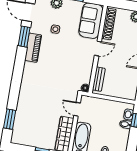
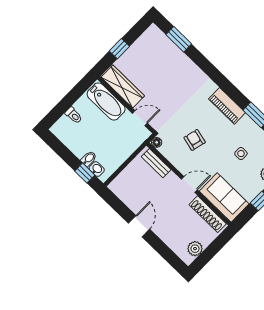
piano: (33, 48) -> (227, 106), moved
door: (98, 49) -> (189, 185), swing flipped
armchair: (67, 65) -> (195, 140), added

